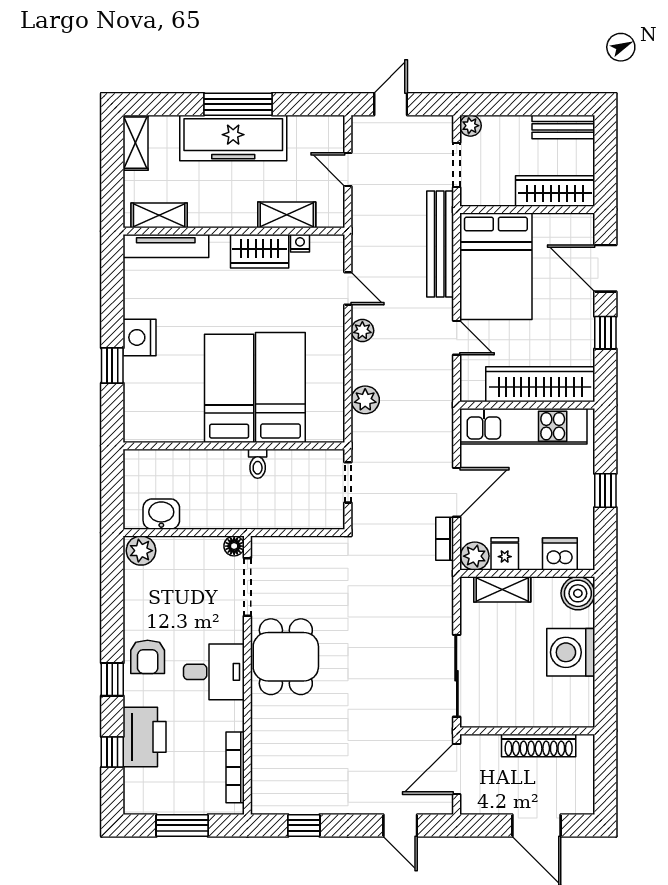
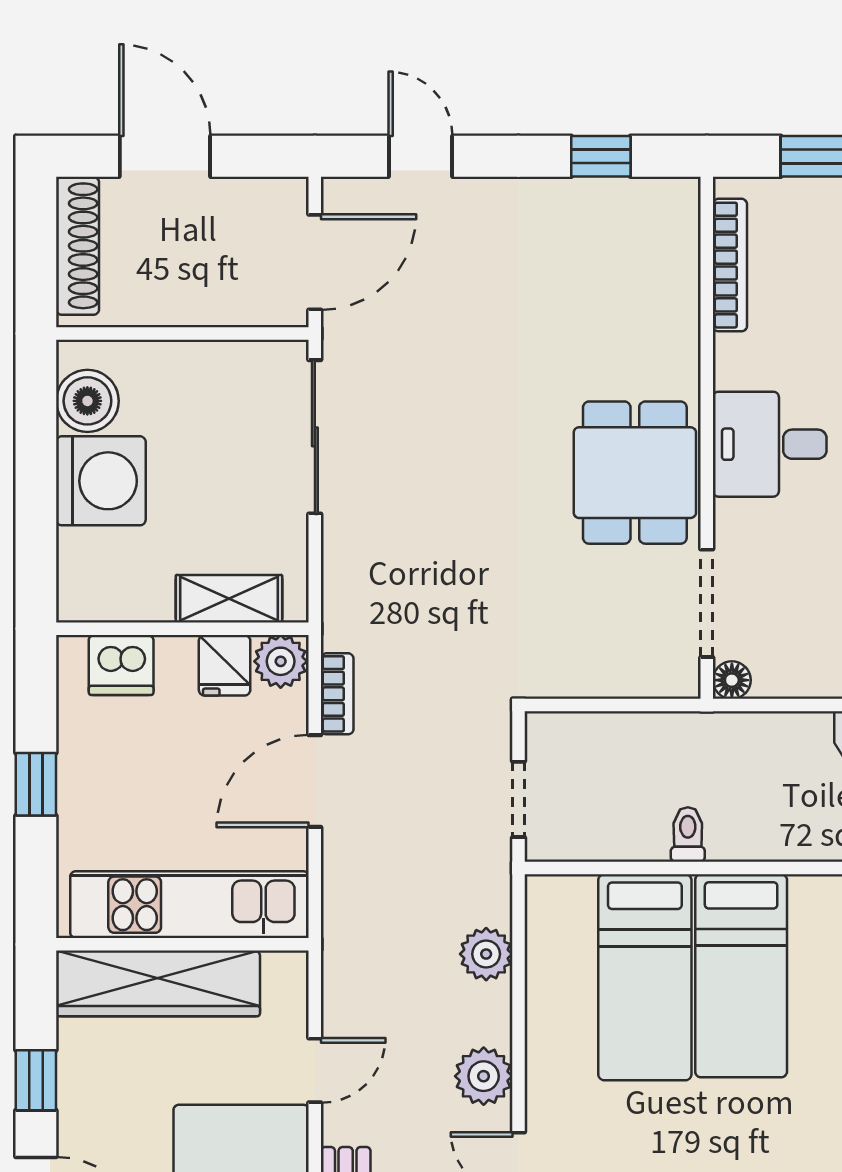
plant: (362, 331) -> (484, 1076), width x1.38, depth x1.38
door: (457, 338) -> (315, 1070), swing flipped
boiler: (578, 593) -> (87, 401), moved
shoe rack: (539, 746) -> (78, 246), moved, turned 90

